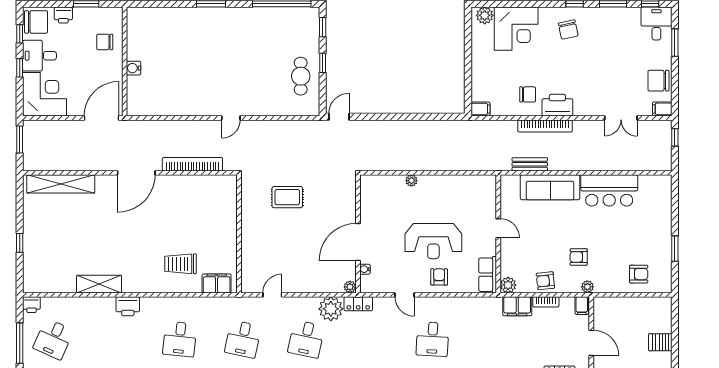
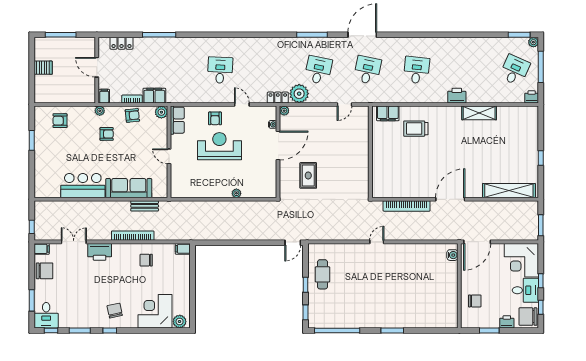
water cooler: (133, 68) -> (452, 255), moved
printer: (557, 105) -> (100, 252), moved
rug: (287, 197) -> (308, 175), moved, turned 90
window: (20, 243) -> (541, 158), moved
trolley: (180, 264) -> (416, 129), turned 180

